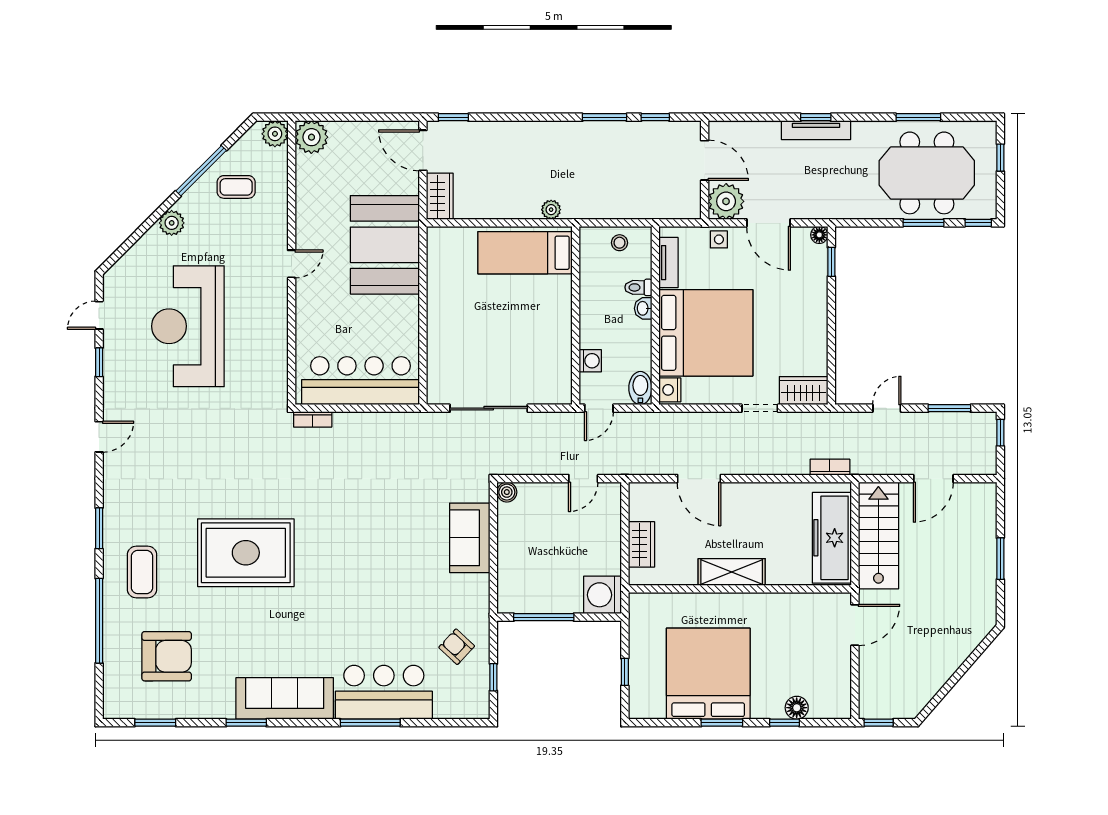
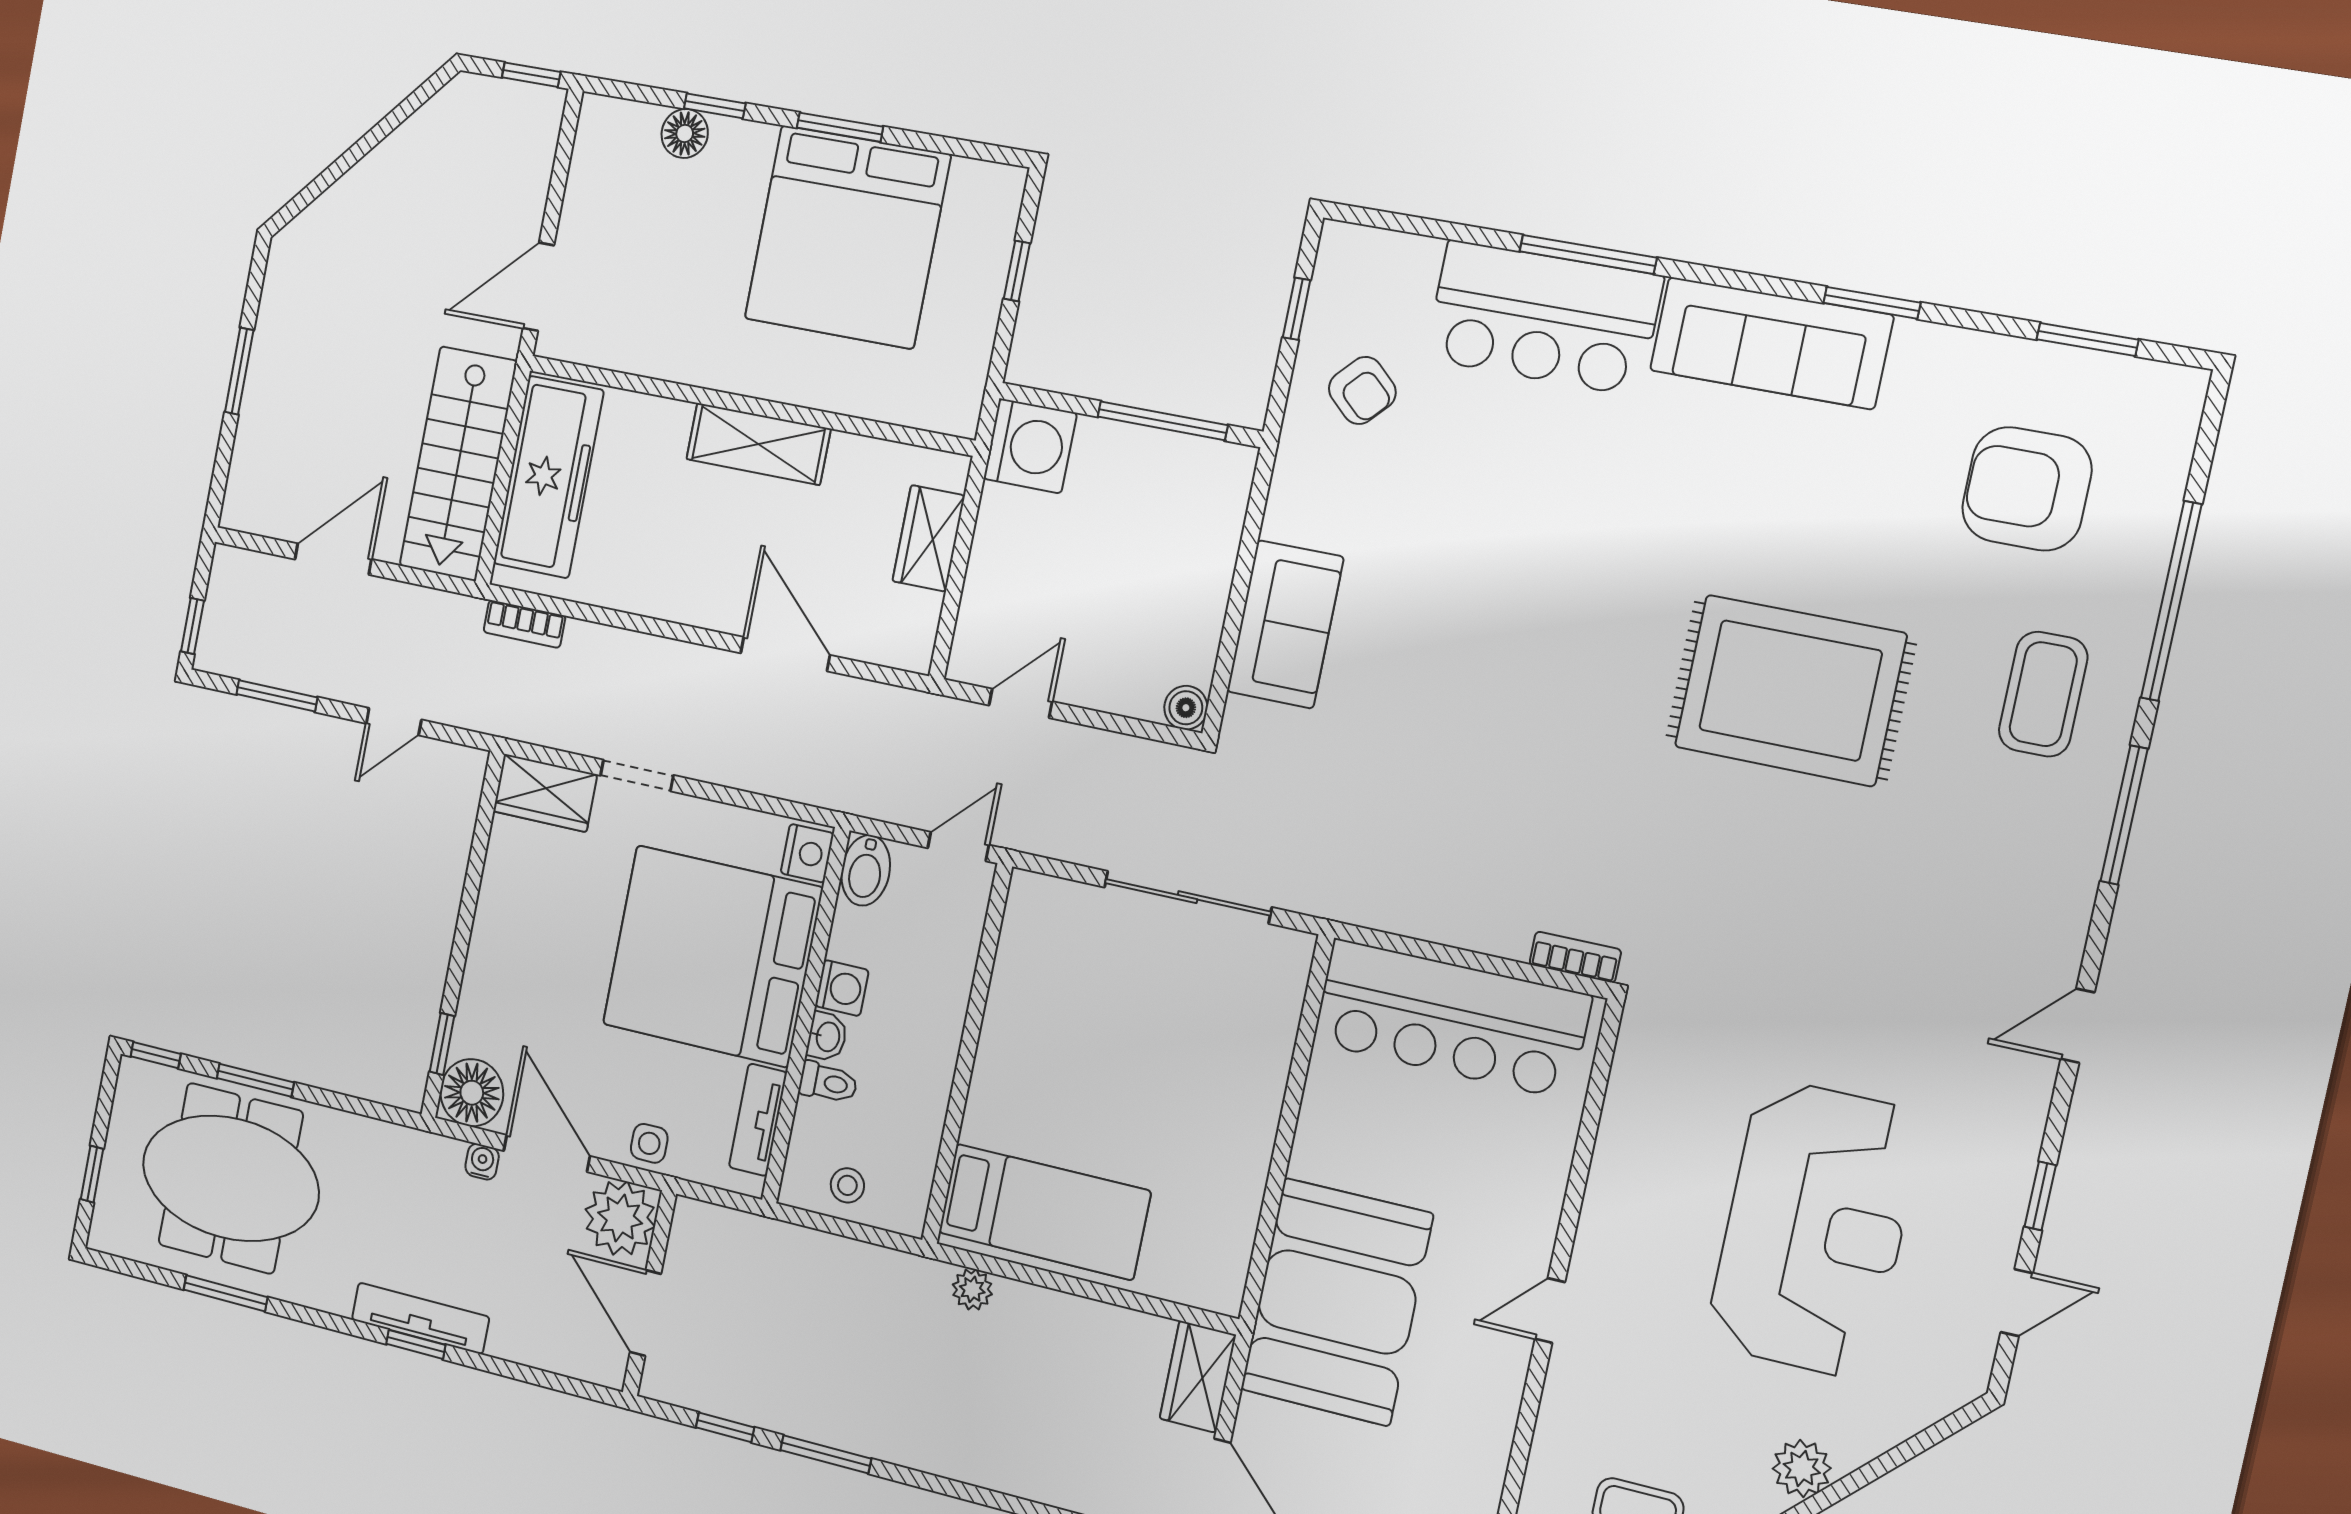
water cooler: (800, 211) -> (482, 1162), added
floor lamp: (819, 235) -> (472, 1093), width x1.89, depth x1.89
washing machine: (590, 361) -> (842, 988), moved, turned 180
window: (99, 528) -> (2124, 815), width x1.44

